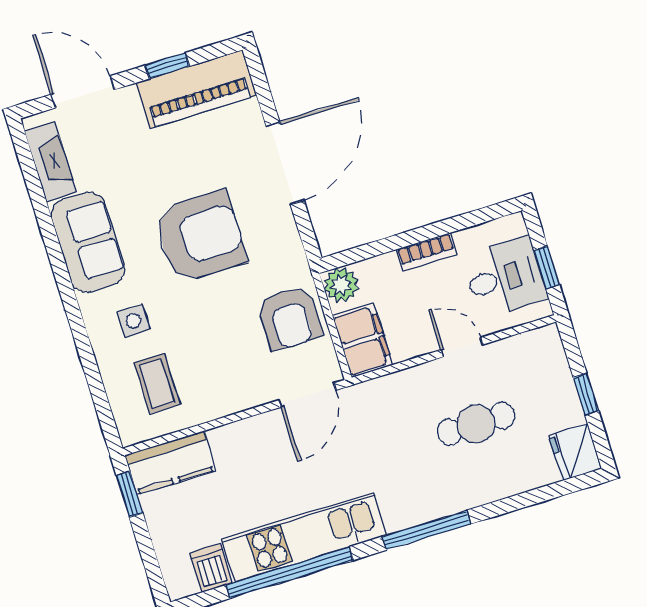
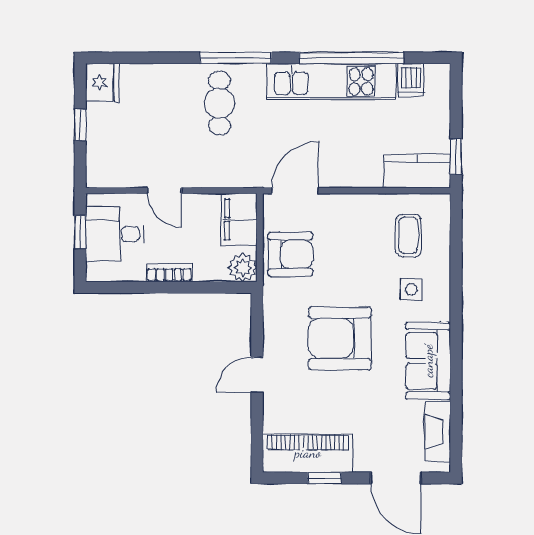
door: (285, 163) -> (257, 375), width x0.53
armchair: (290, 318) -> (290, 254), turned 90
cafe table: (476, 424) -> (220, 103), moved, turned 90

